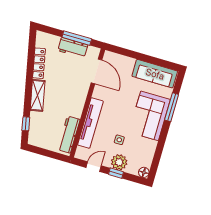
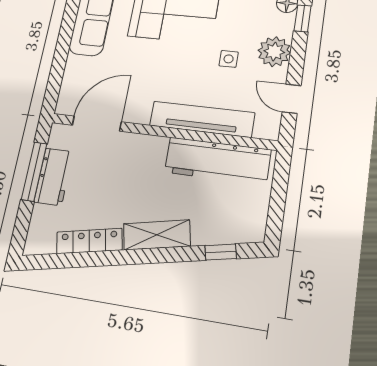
workbench: (69, 135) -> (217, 161), width x1.36, depth x1.32
window: (116, 173) -> (303, 18), moved

